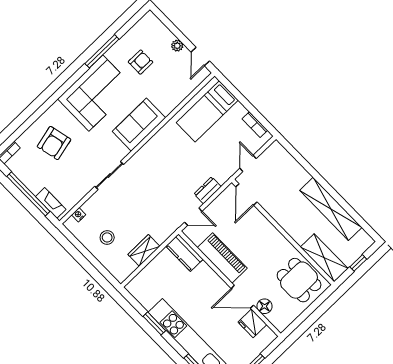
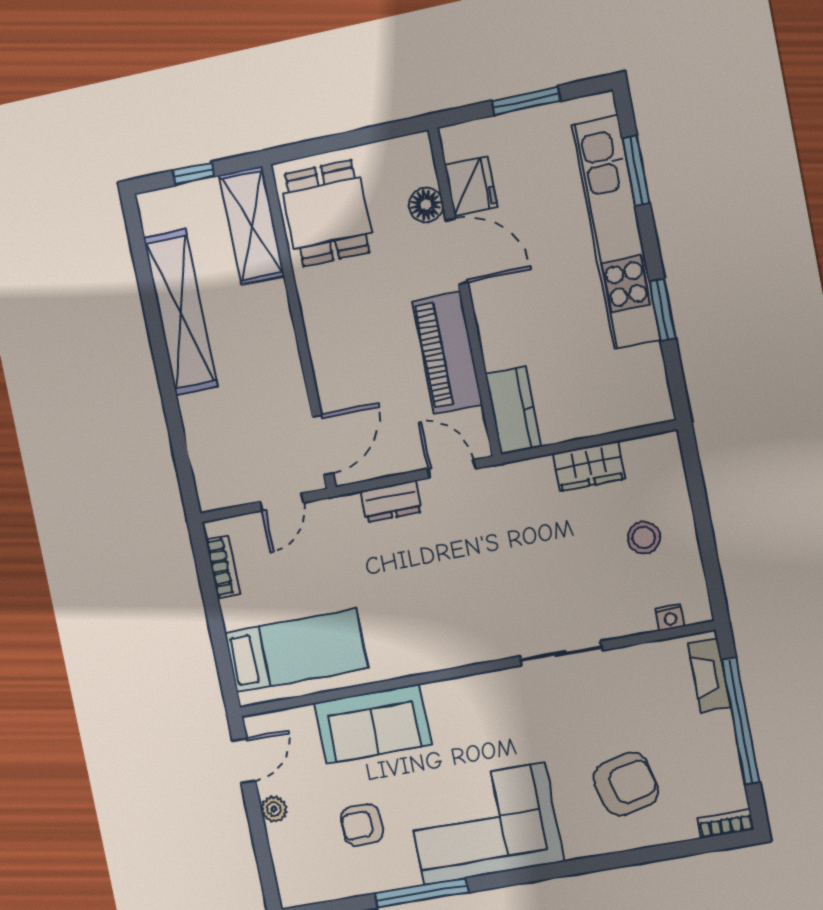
sofa: (139, 125) -> (373, 724), moved

